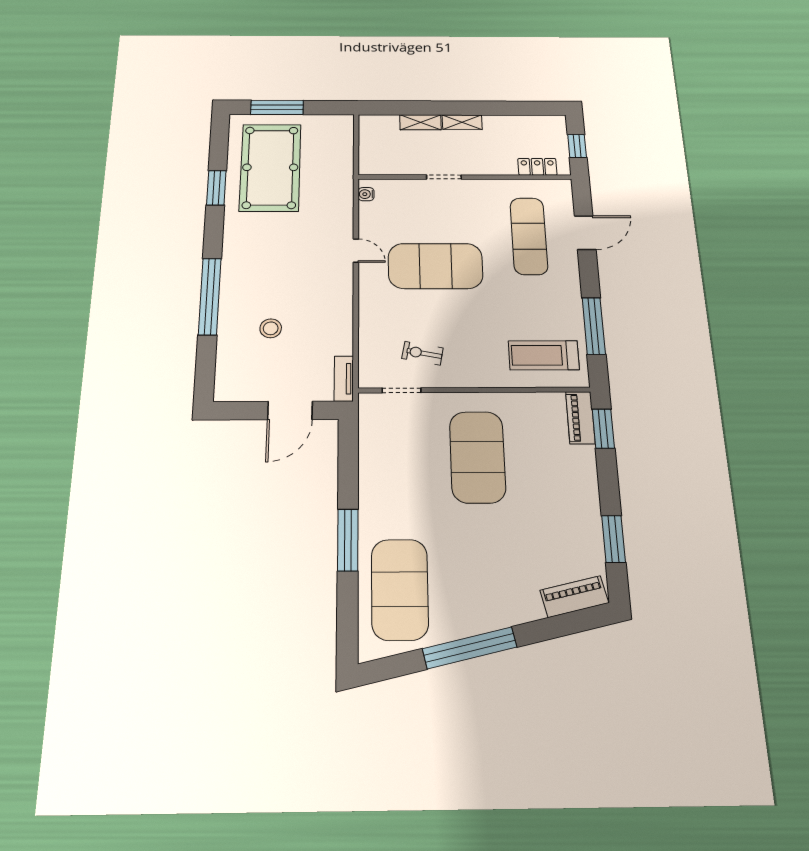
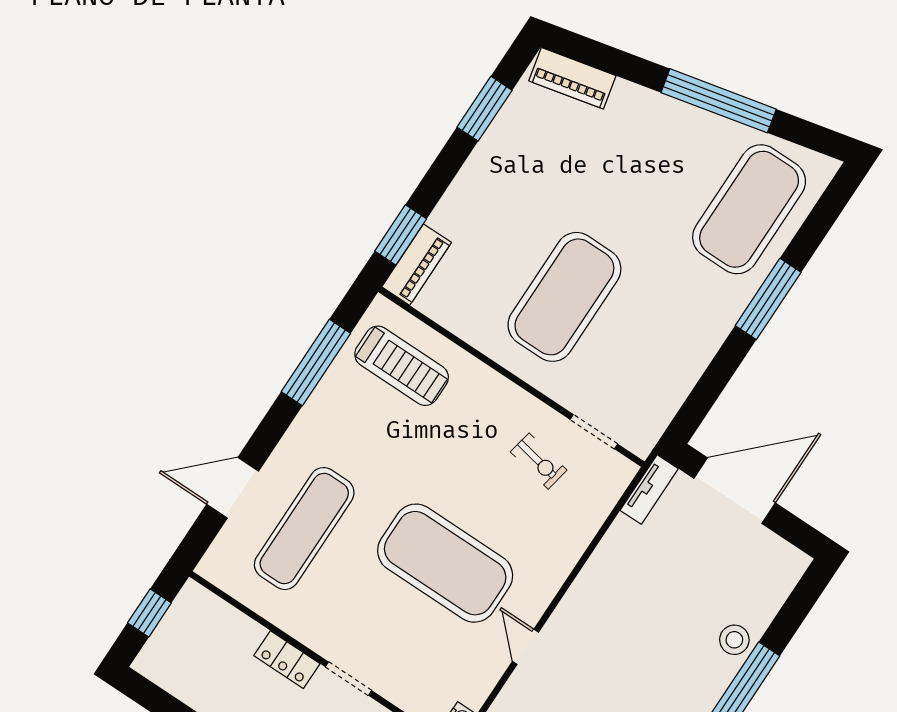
locker: (537, 167) -> (287, 660), moved
stool: (271, 328) -> (734, 640), moved
door: (290, 410) -> (735, 491), width x1.36

